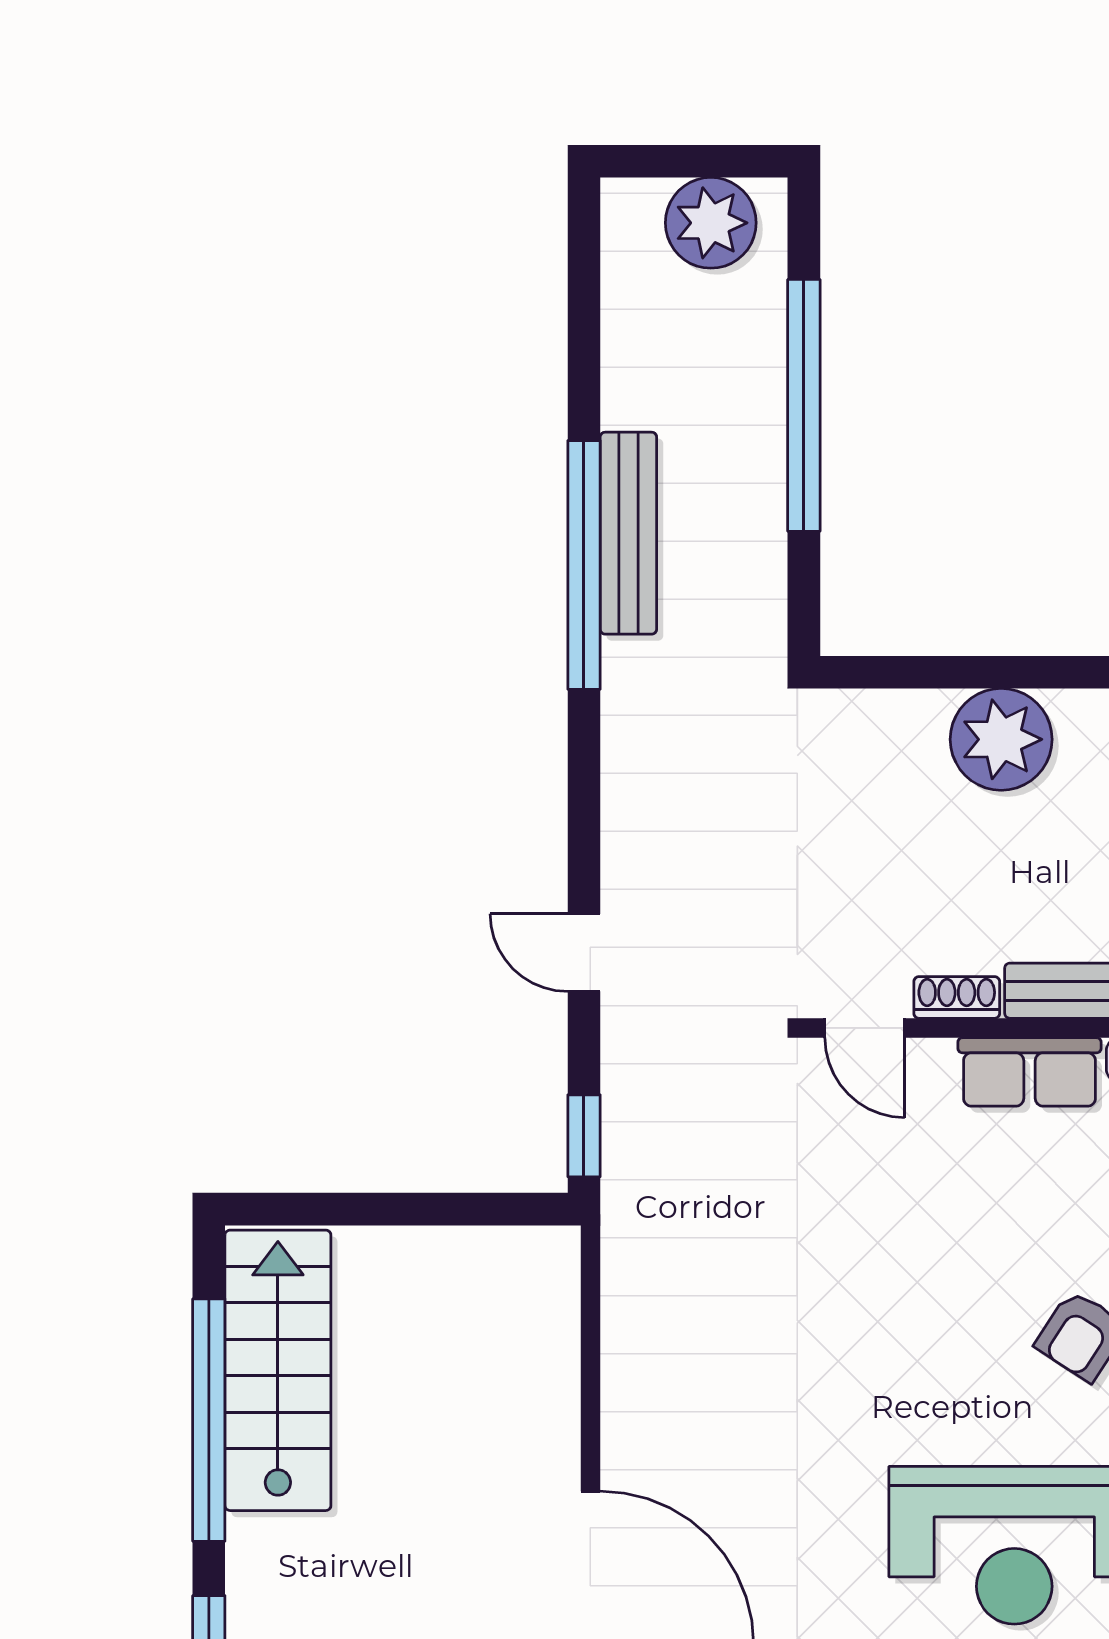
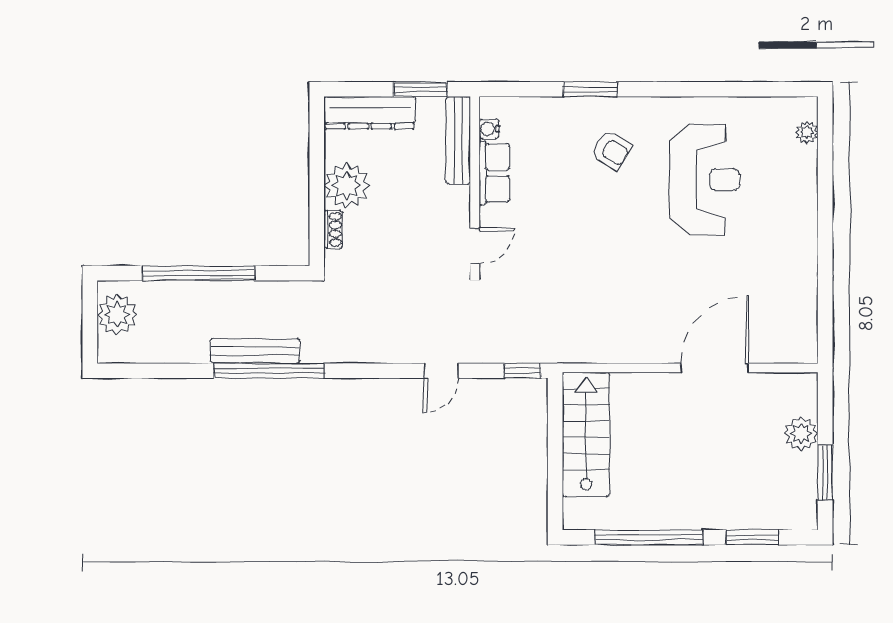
shoe rack: (957, 997) -> (333, 229), moved, turned 180
stairs: (278, 1370) -> (586, 434), moved, turned 90

